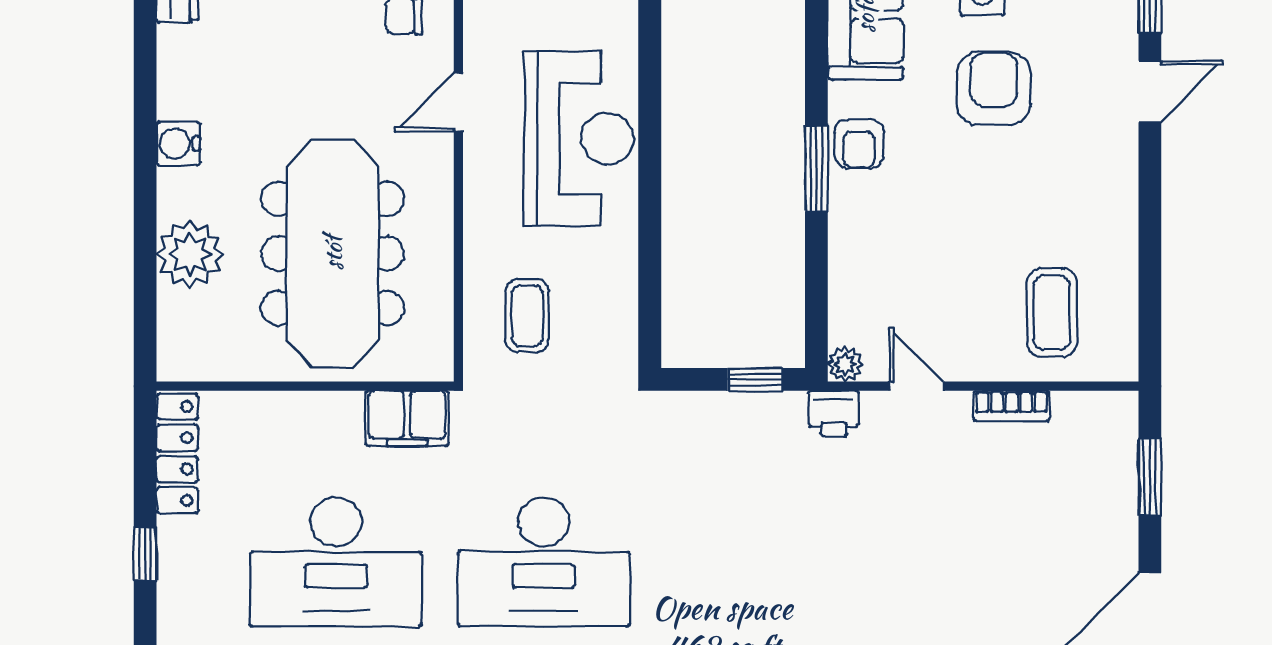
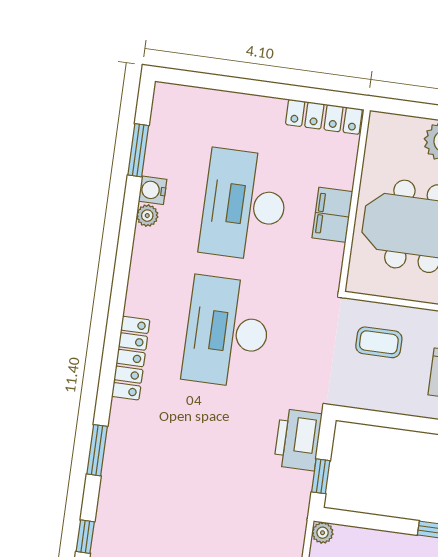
printer: (834, 413) -> (298, 440), moved, width x1.87, depth x1.48
filing cabinet: (407, 418) -> (332, 215), moved
window: (145, 554) -> (265, 89), removed

